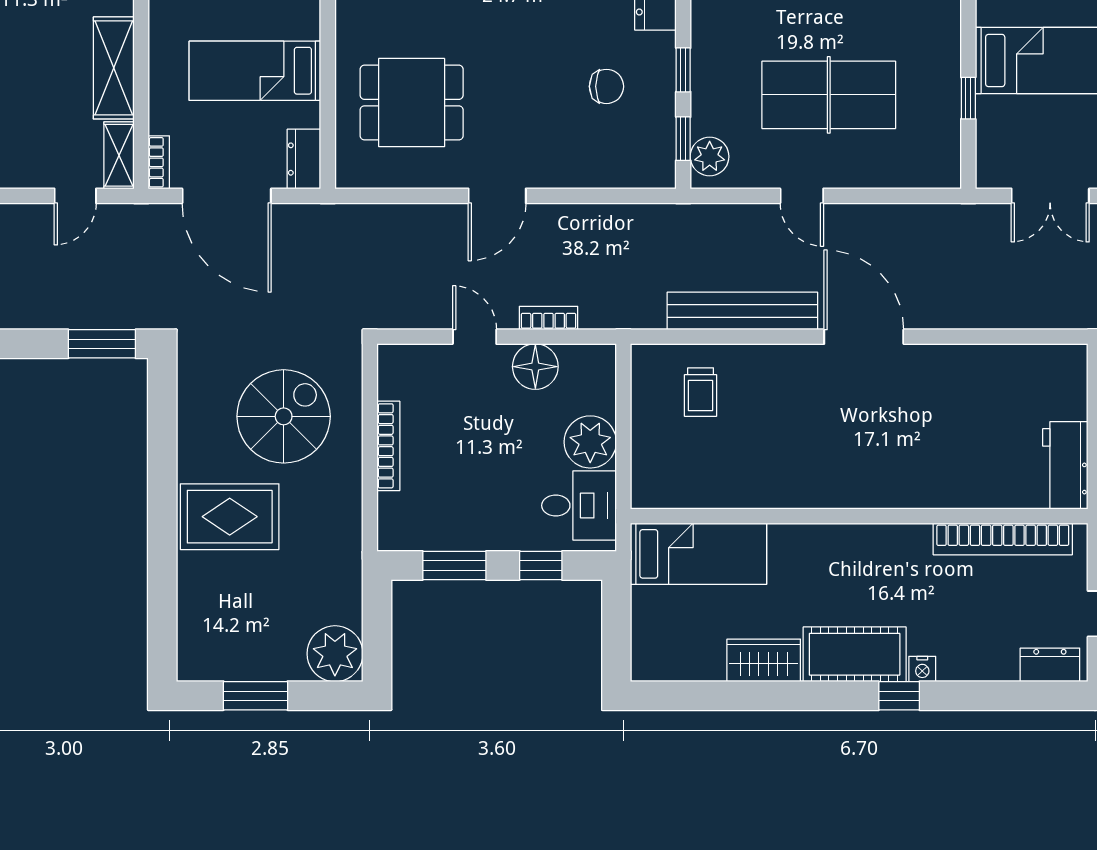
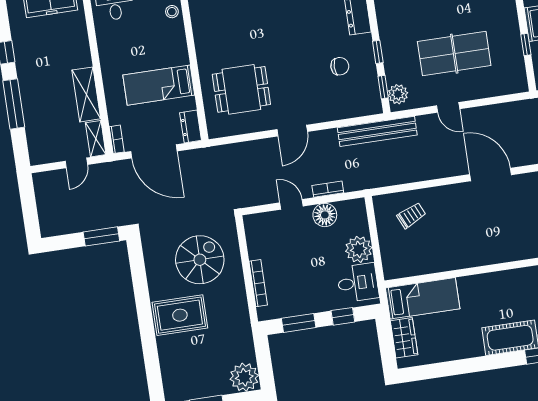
bench: (742, 311) -> (377, 131), moved
trolley: (701, 392) -> (411, 215), turned -115
bookcase: (388, 446) -> (258, 283), moved
wardrobe: (764, 660) -> (404, 338), moved, turned 90

